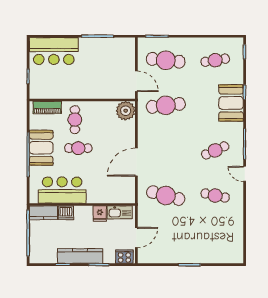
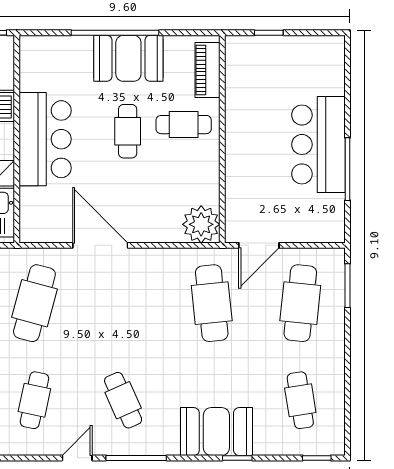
bar counter: (54, 51) -> (318, 144), moved
bar counter: (62, 190) -> (45, 139), moved

